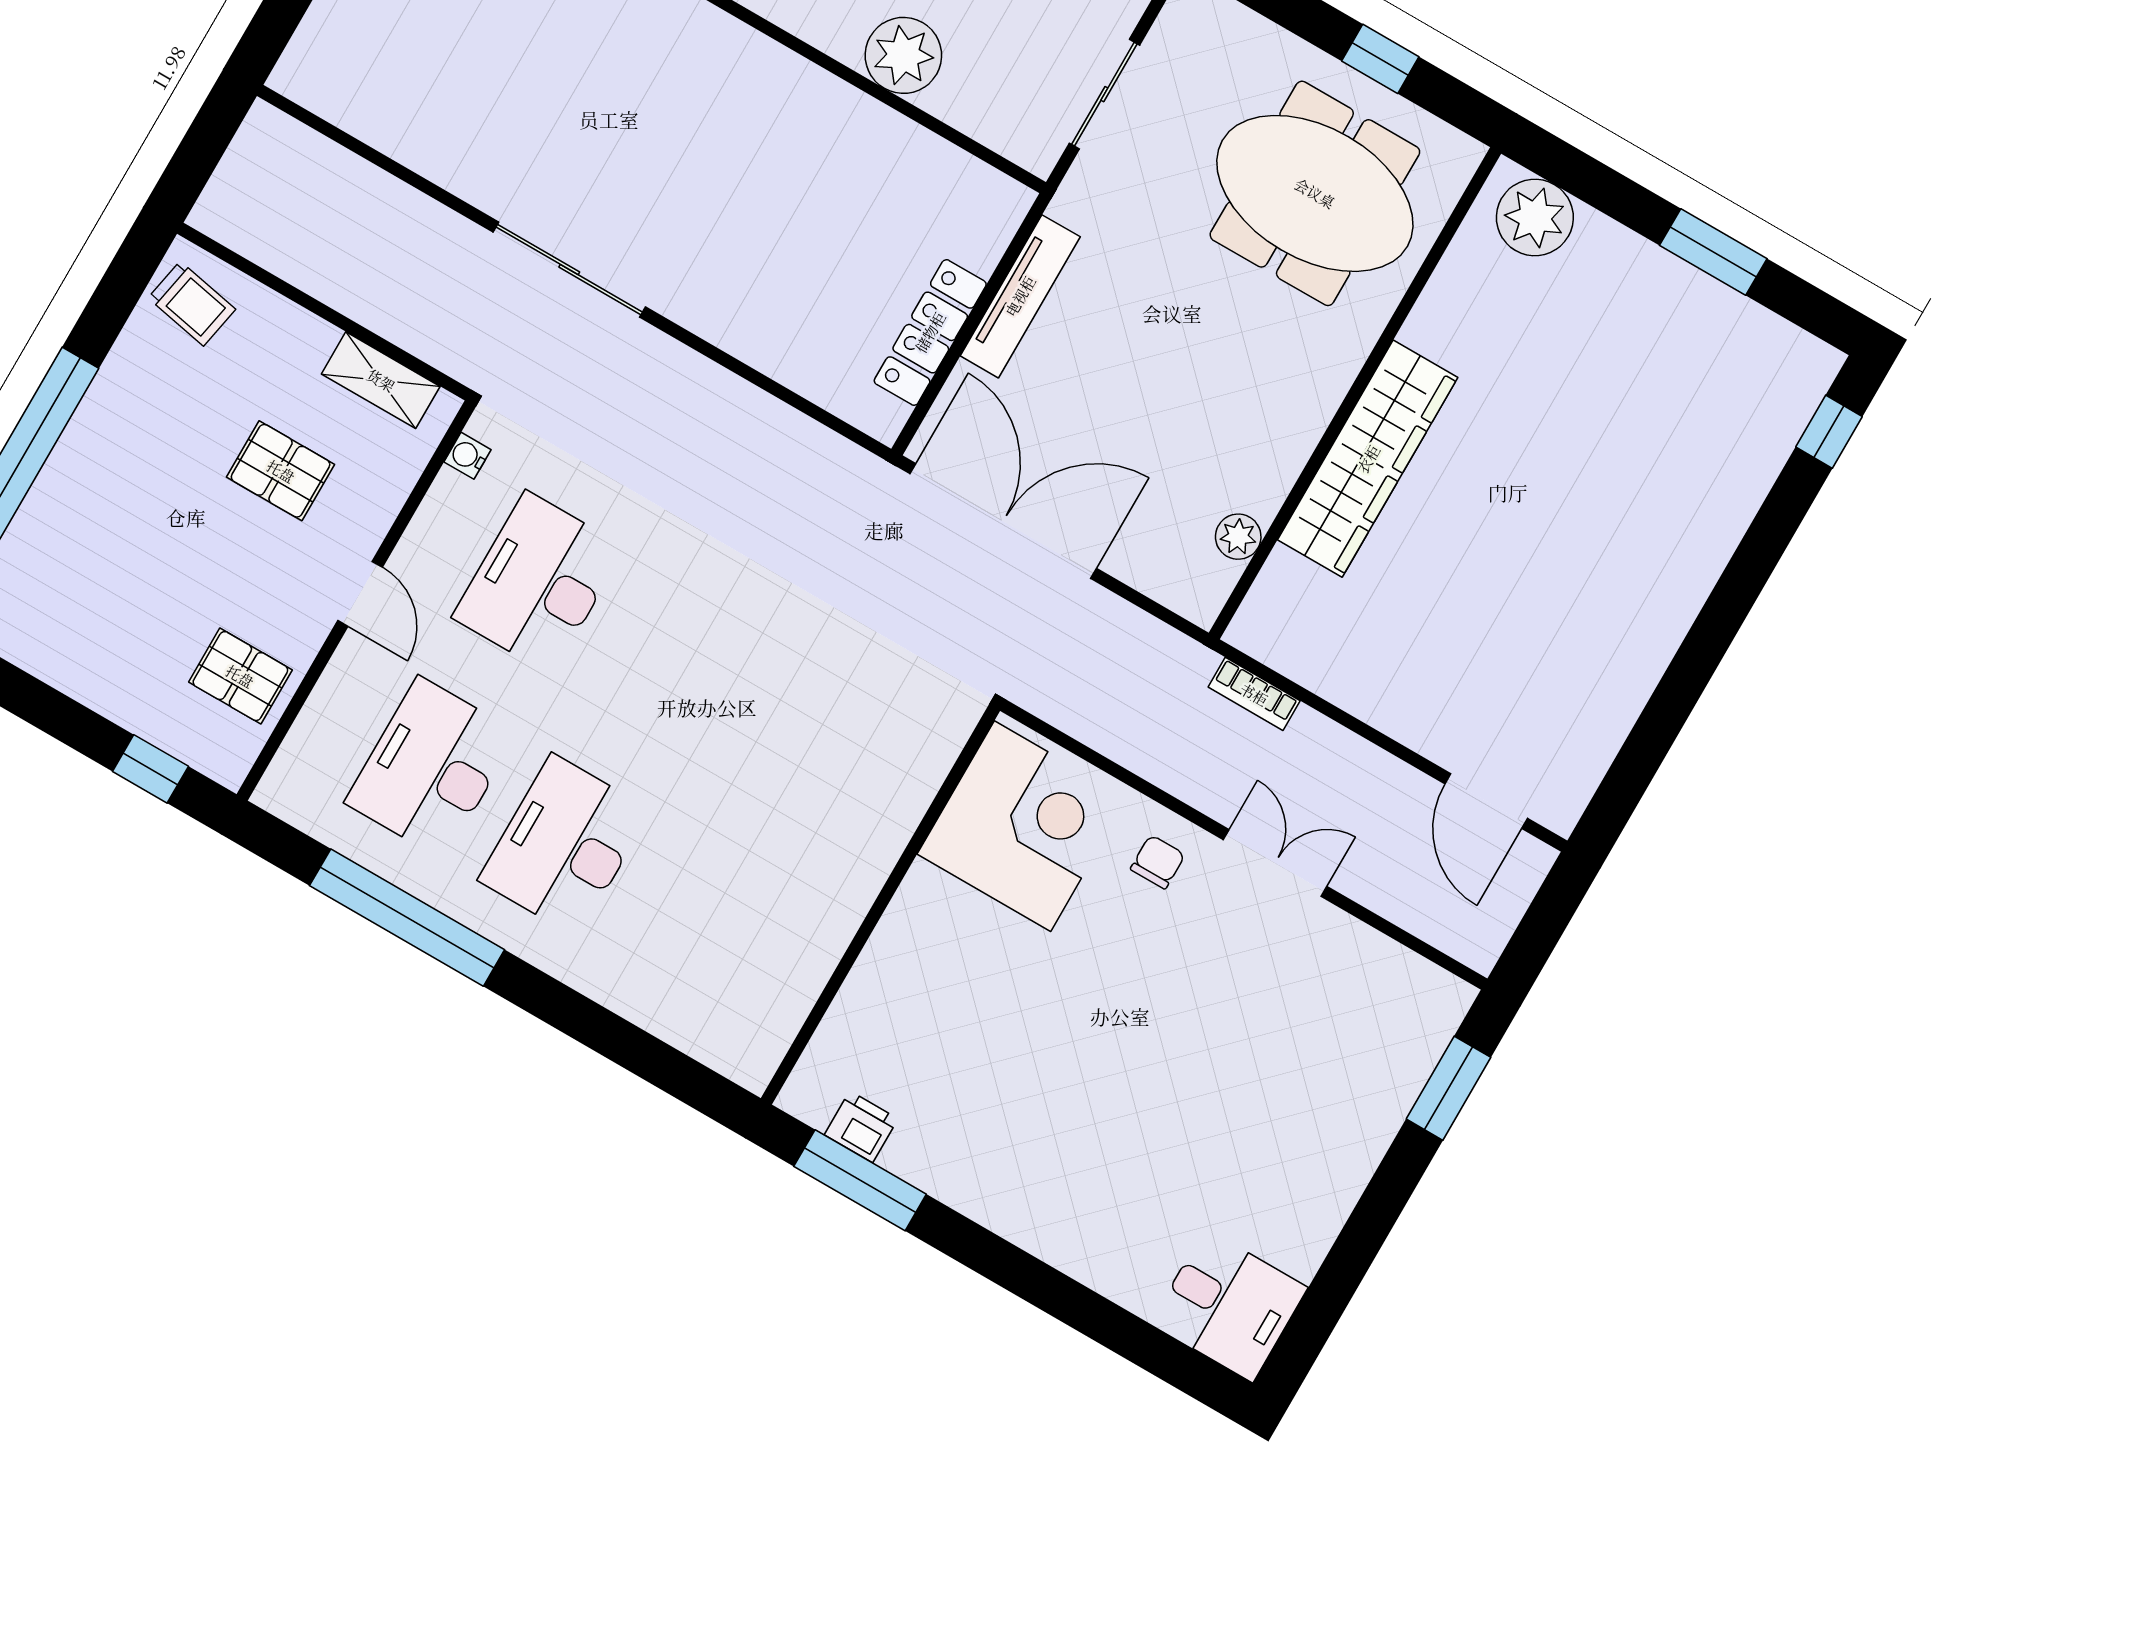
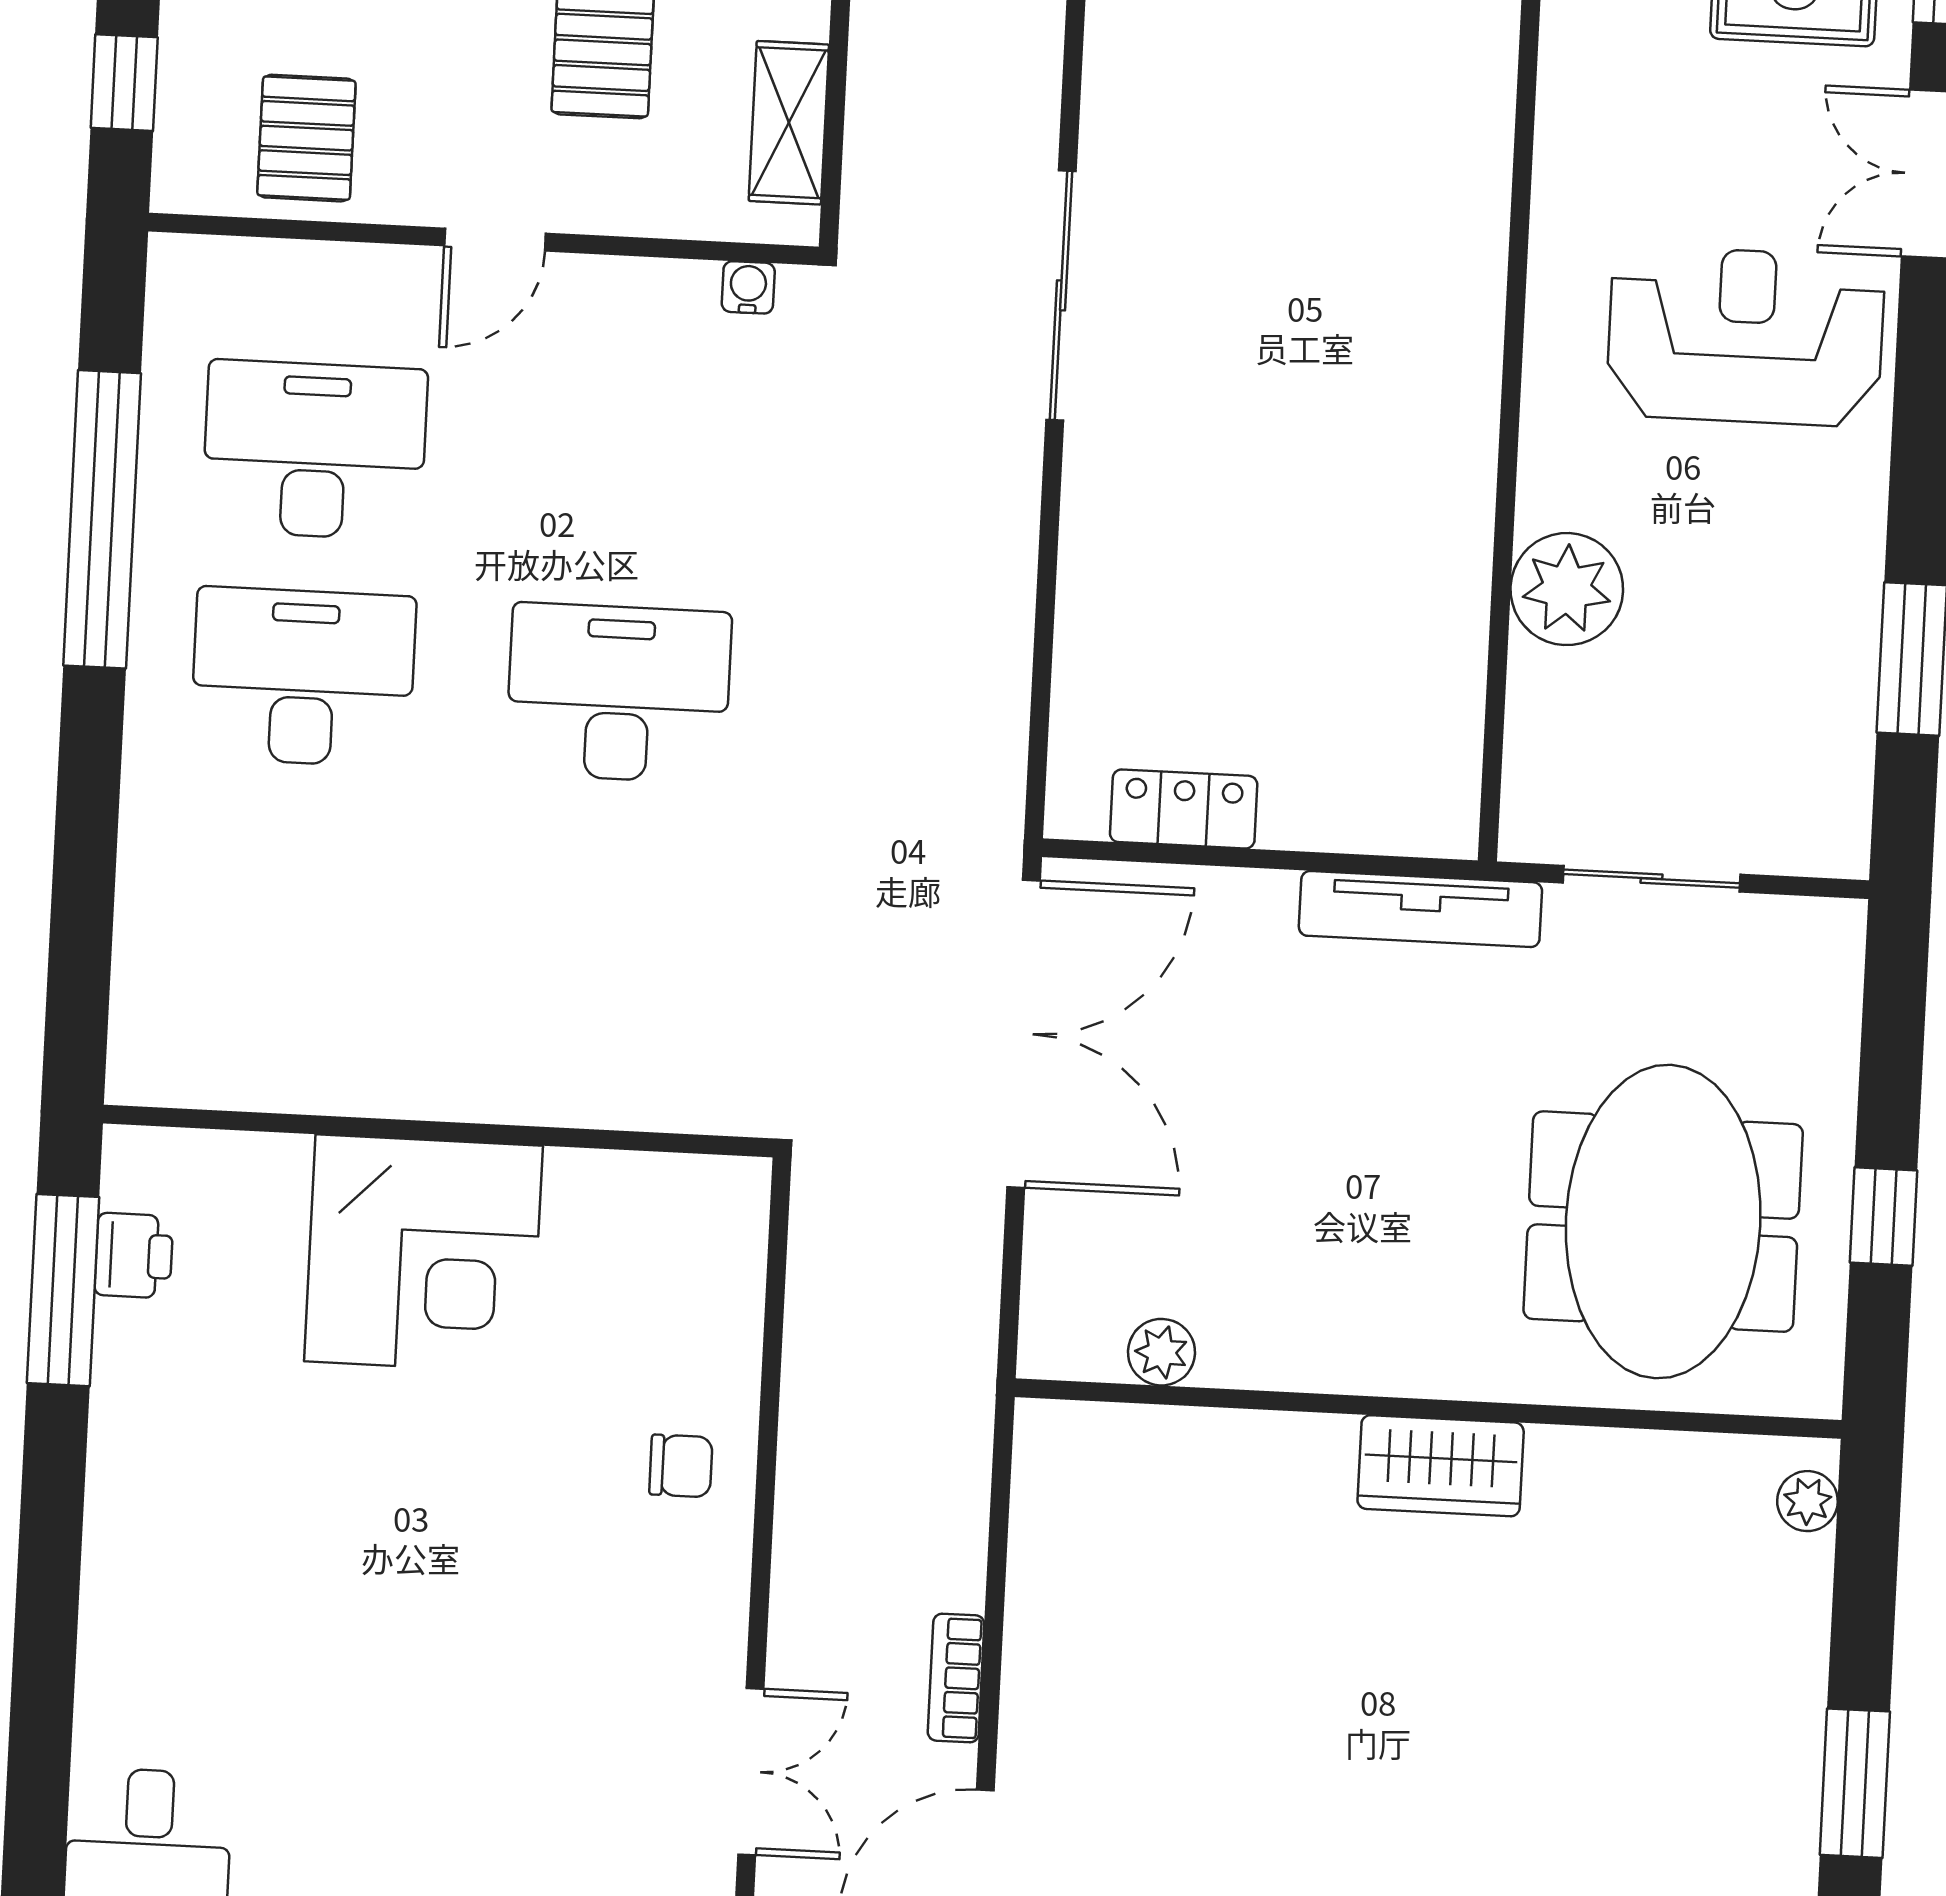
plant: (1535, 217) -> (1807, 1501), width x0.53, depth x0.53
tv unit: (1020, 296) -> (1420, 909), moved
locker: (930, 332) -> (1184, 809), width x0.66
wardrobe: (1368, 459) -> (1441, 1466), width x0.48, depth x0.85
desk: (539, 583) -> (619, 693), moved
bookcase: (1254, 694) -> (956, 1678), moved
corner desk: (1022, 826) -> (423, 1254), moved
double door: (1275, 863) -> (751, 1772), moved

